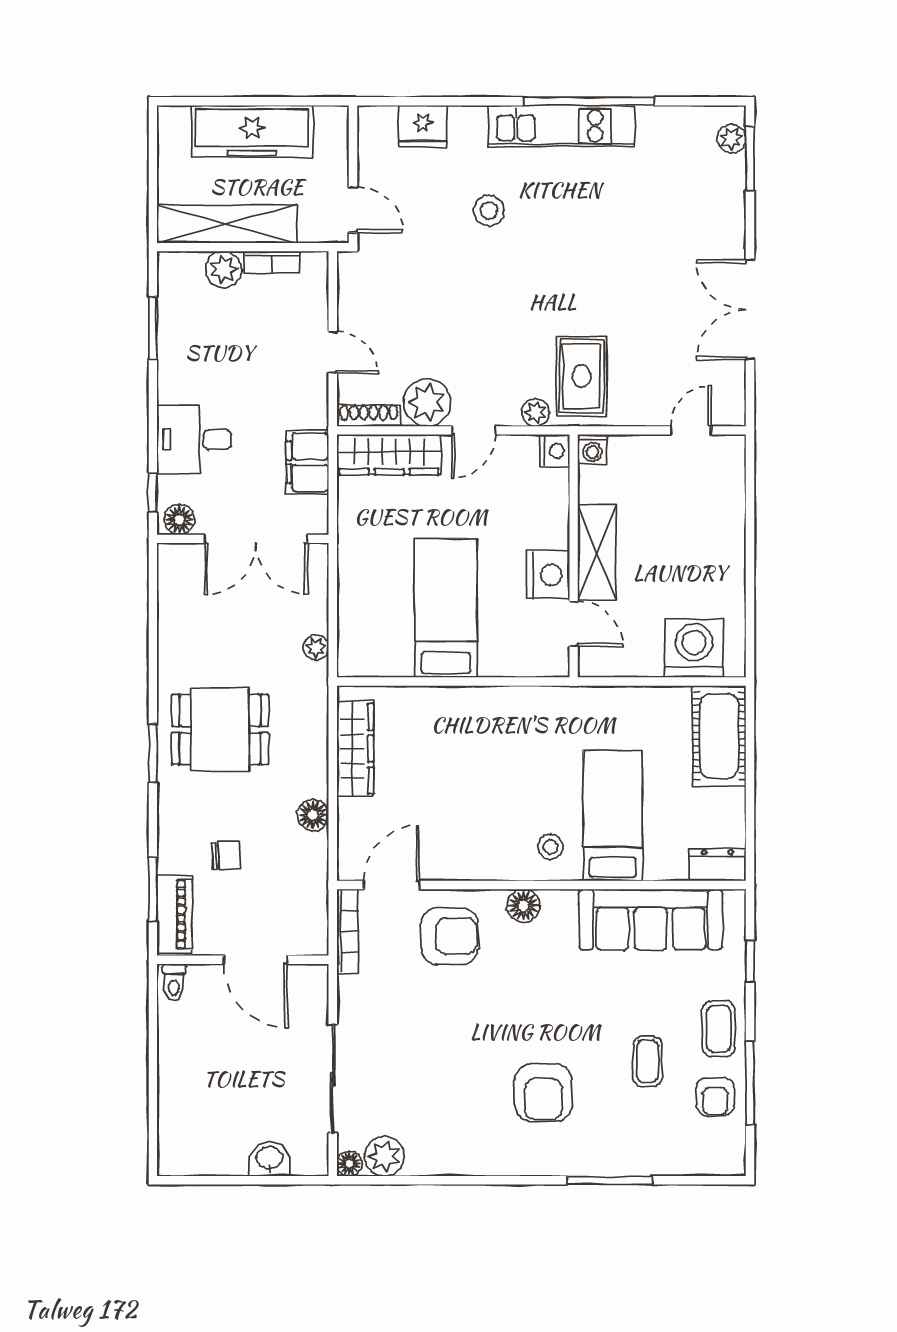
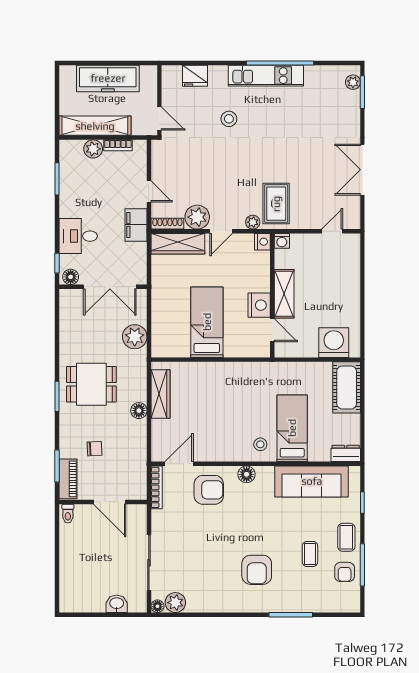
filing cabinet: (307, 462) -> (136, 225), moved
plant: (316, 648) -> (135, 337), width x1.88, depth x1.88
floor lamp: (313, 815) -> (139, 411), moved

